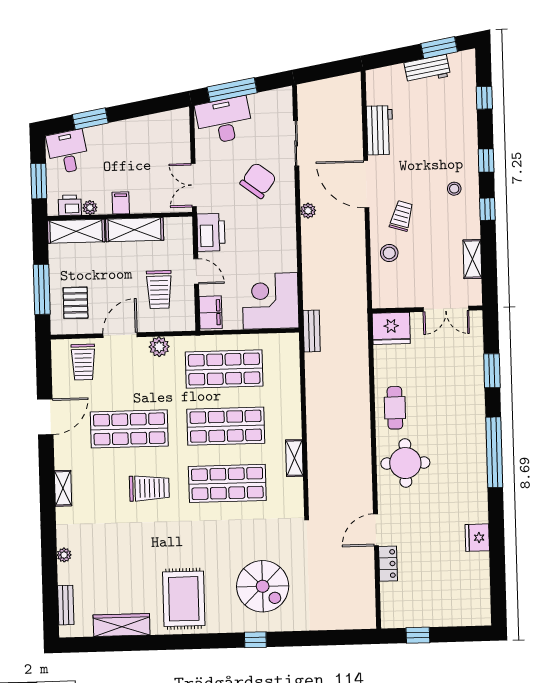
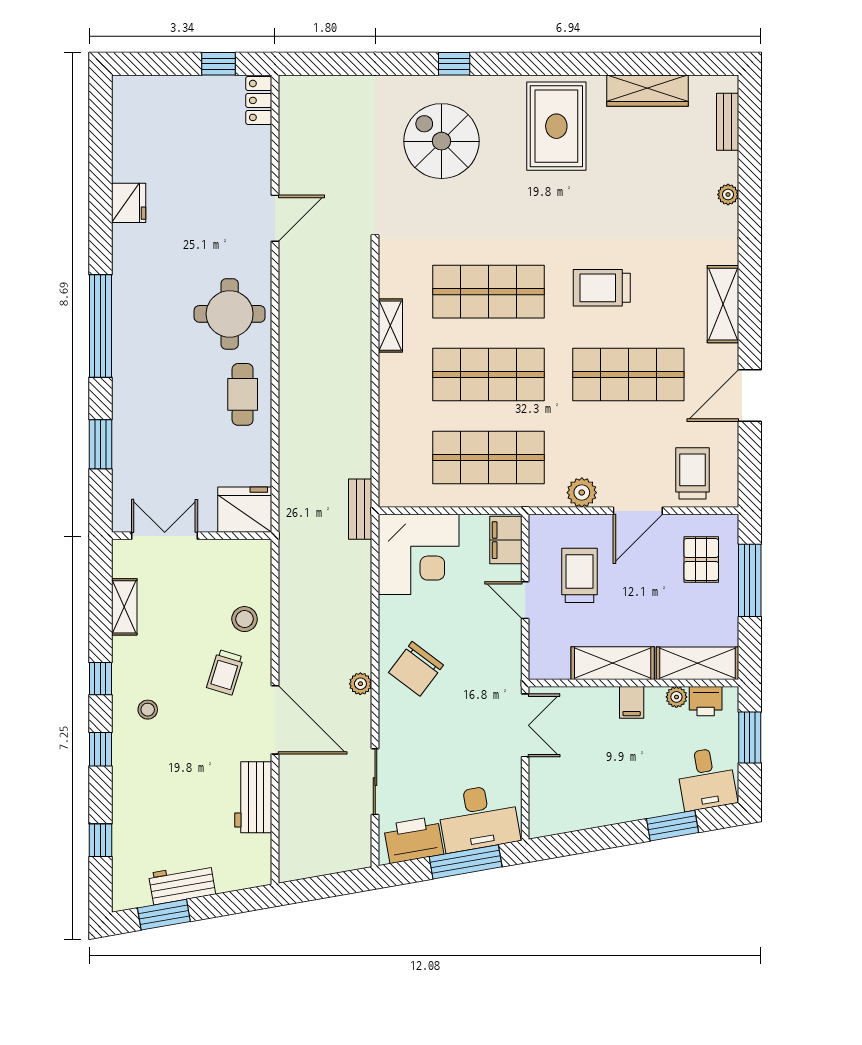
chair: (258, 181) -> (416, 669), moved
printer: (211, 232) -> (414, 840), moved, turned 80
shelving: (63, 488) -> (723, 304), width x1.50, depth x1.33
locker: (388, 564) -> (259, 100), moved

